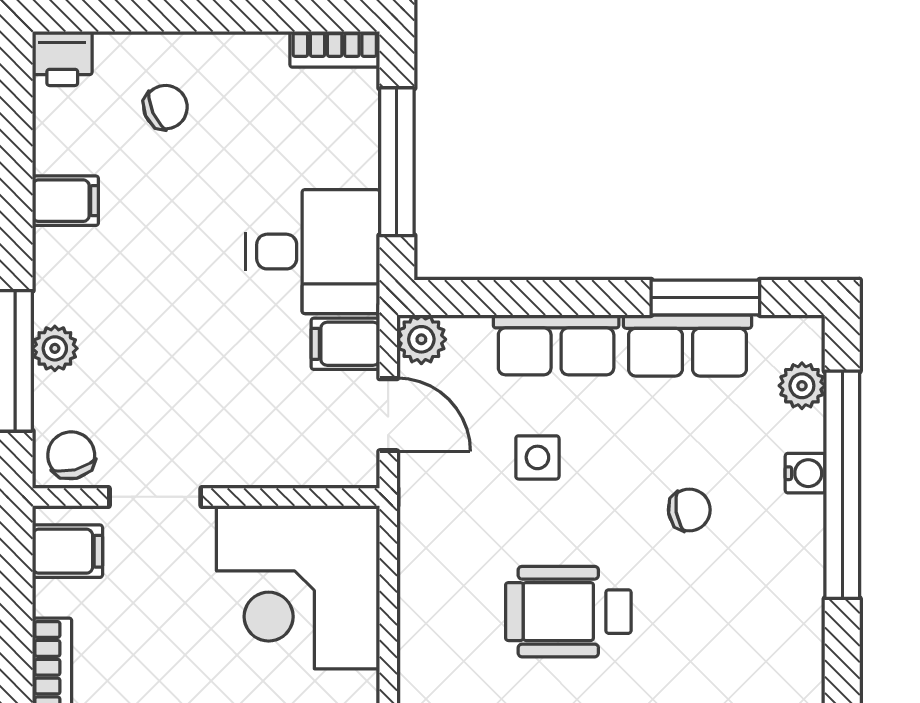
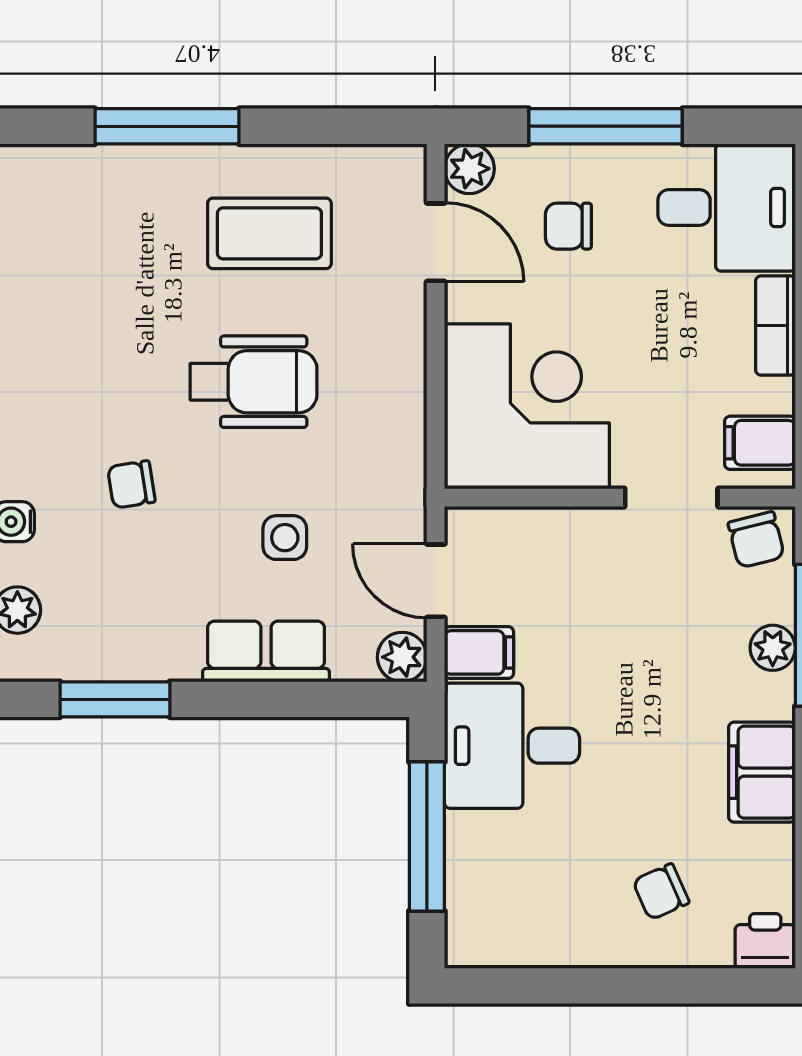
bookcase: (335, 49) -> (490, 950), removed
filing cabinet: (65, 201) -> (762, 772), width x2.00
row of seats: (687, 345) -> (133, 651), removed

